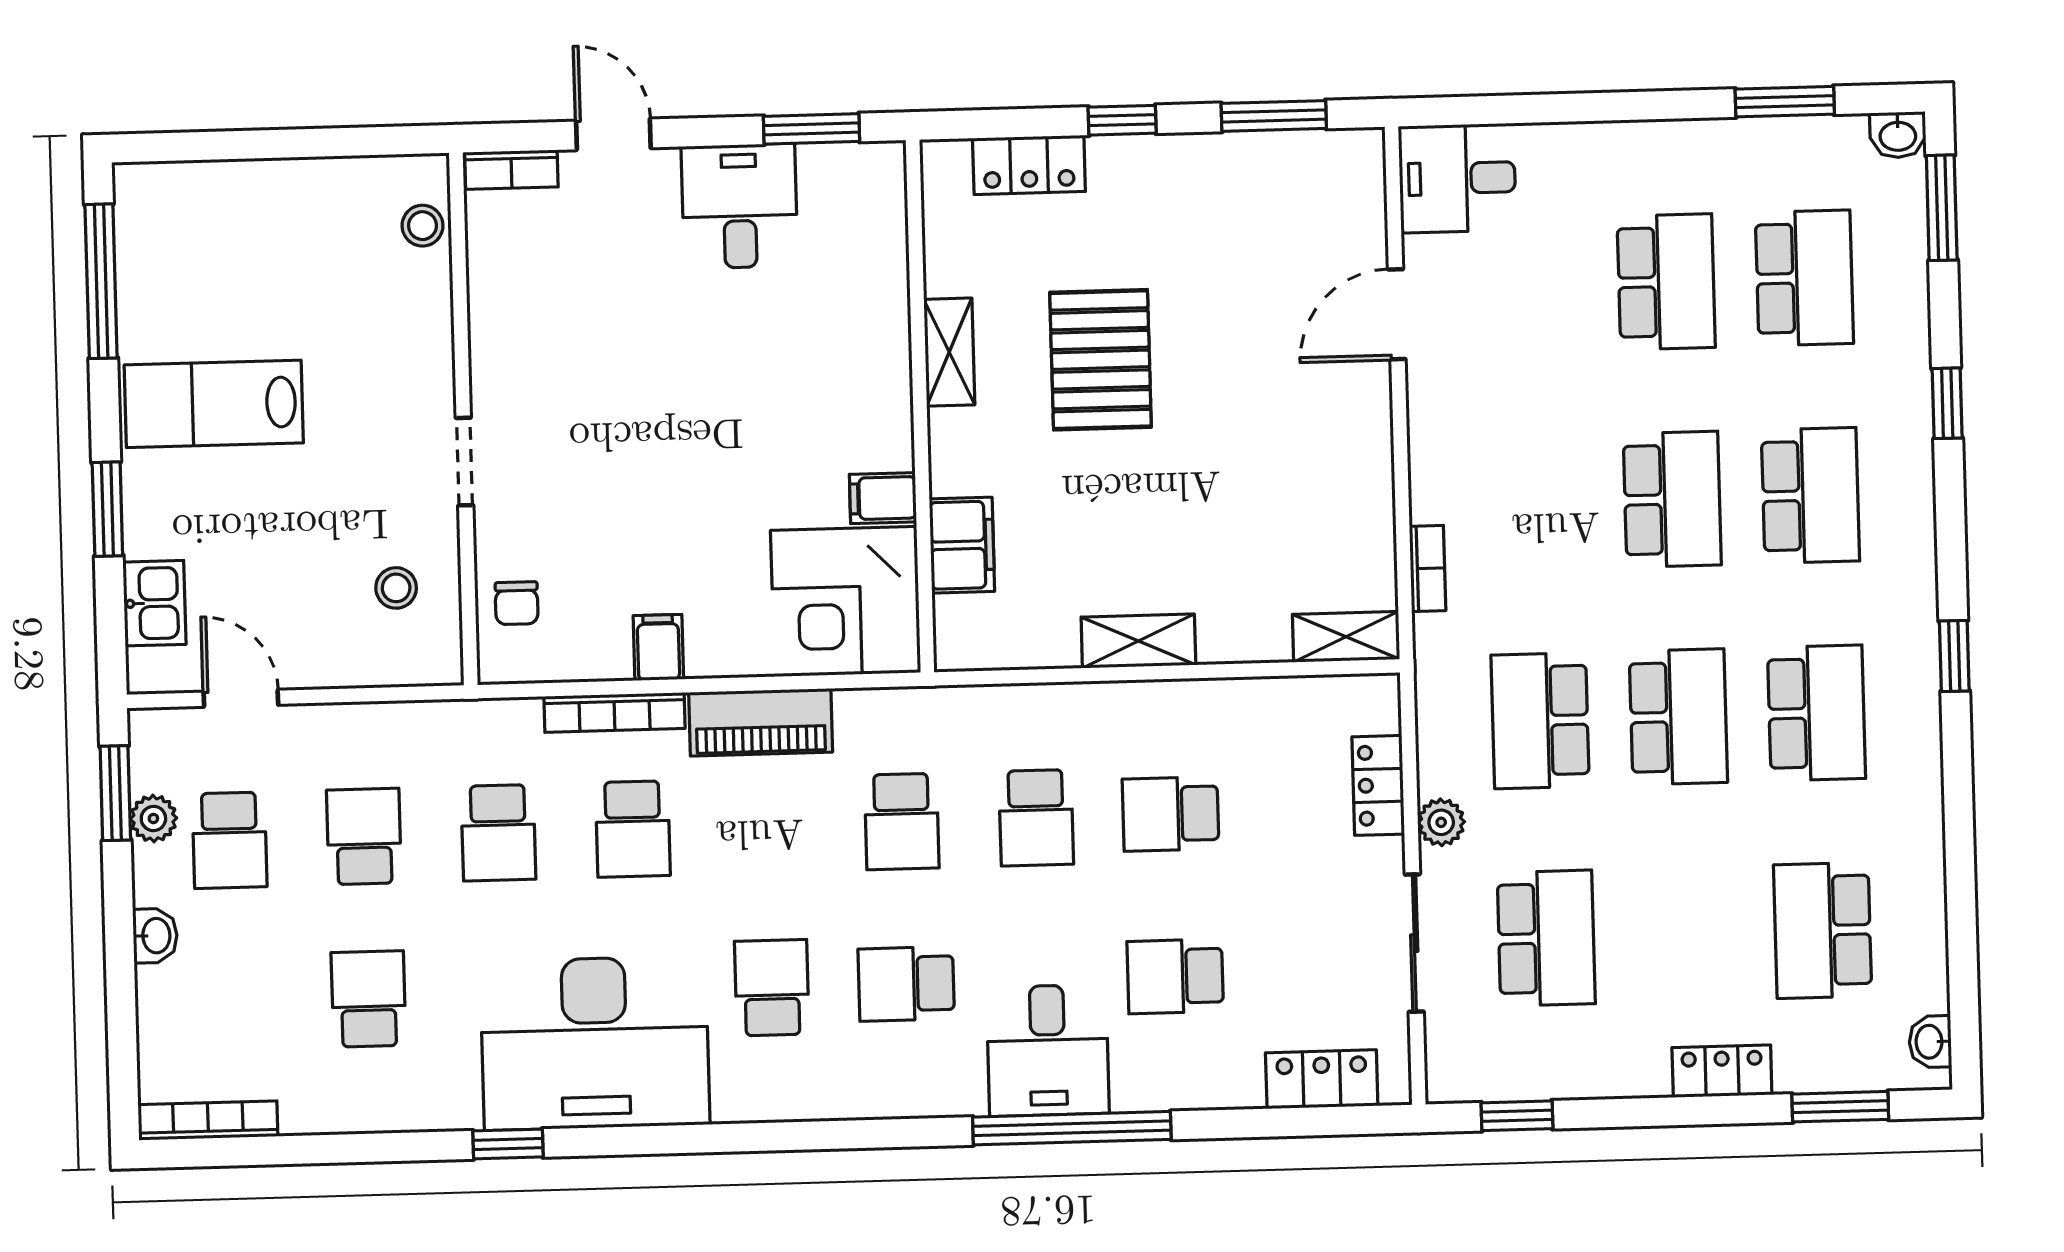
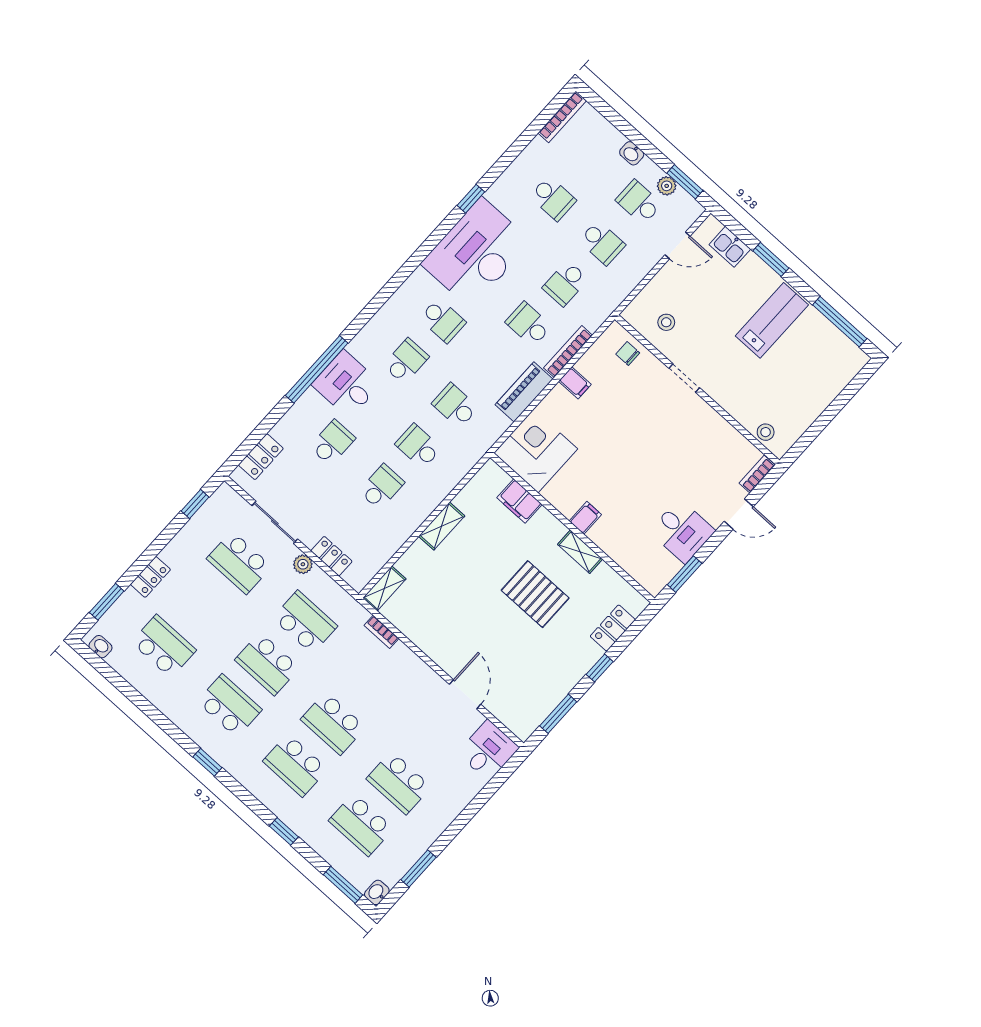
filing cabinet: (883, 498) -> (585, 518), moved
school desk: (1817, 713) -> (229, 706), turned 180
school desk: (498, 833) -> (565, 284), turned -90

